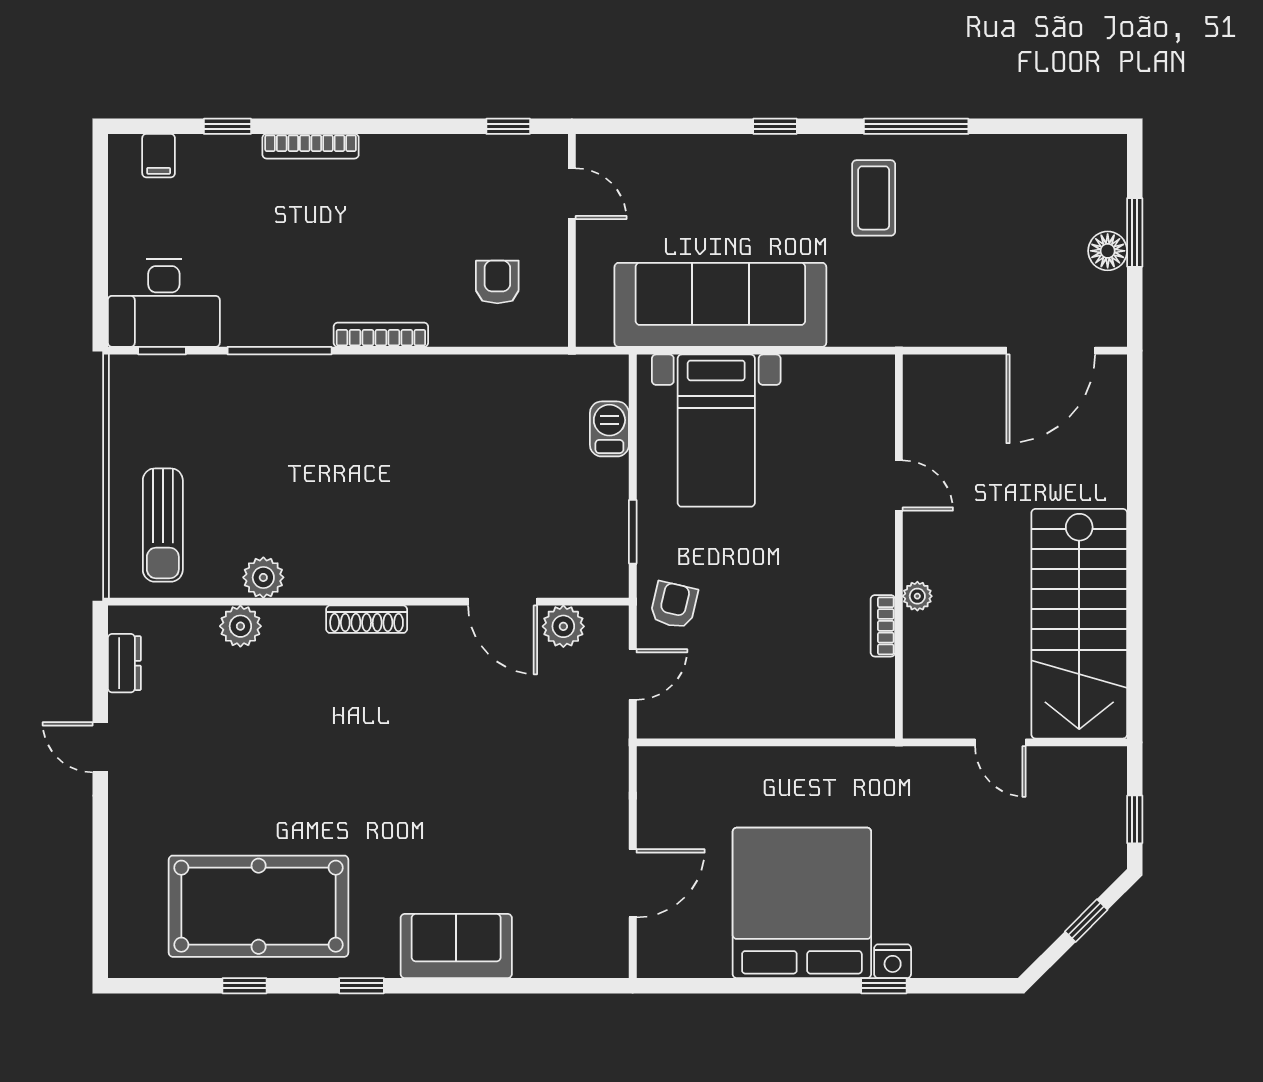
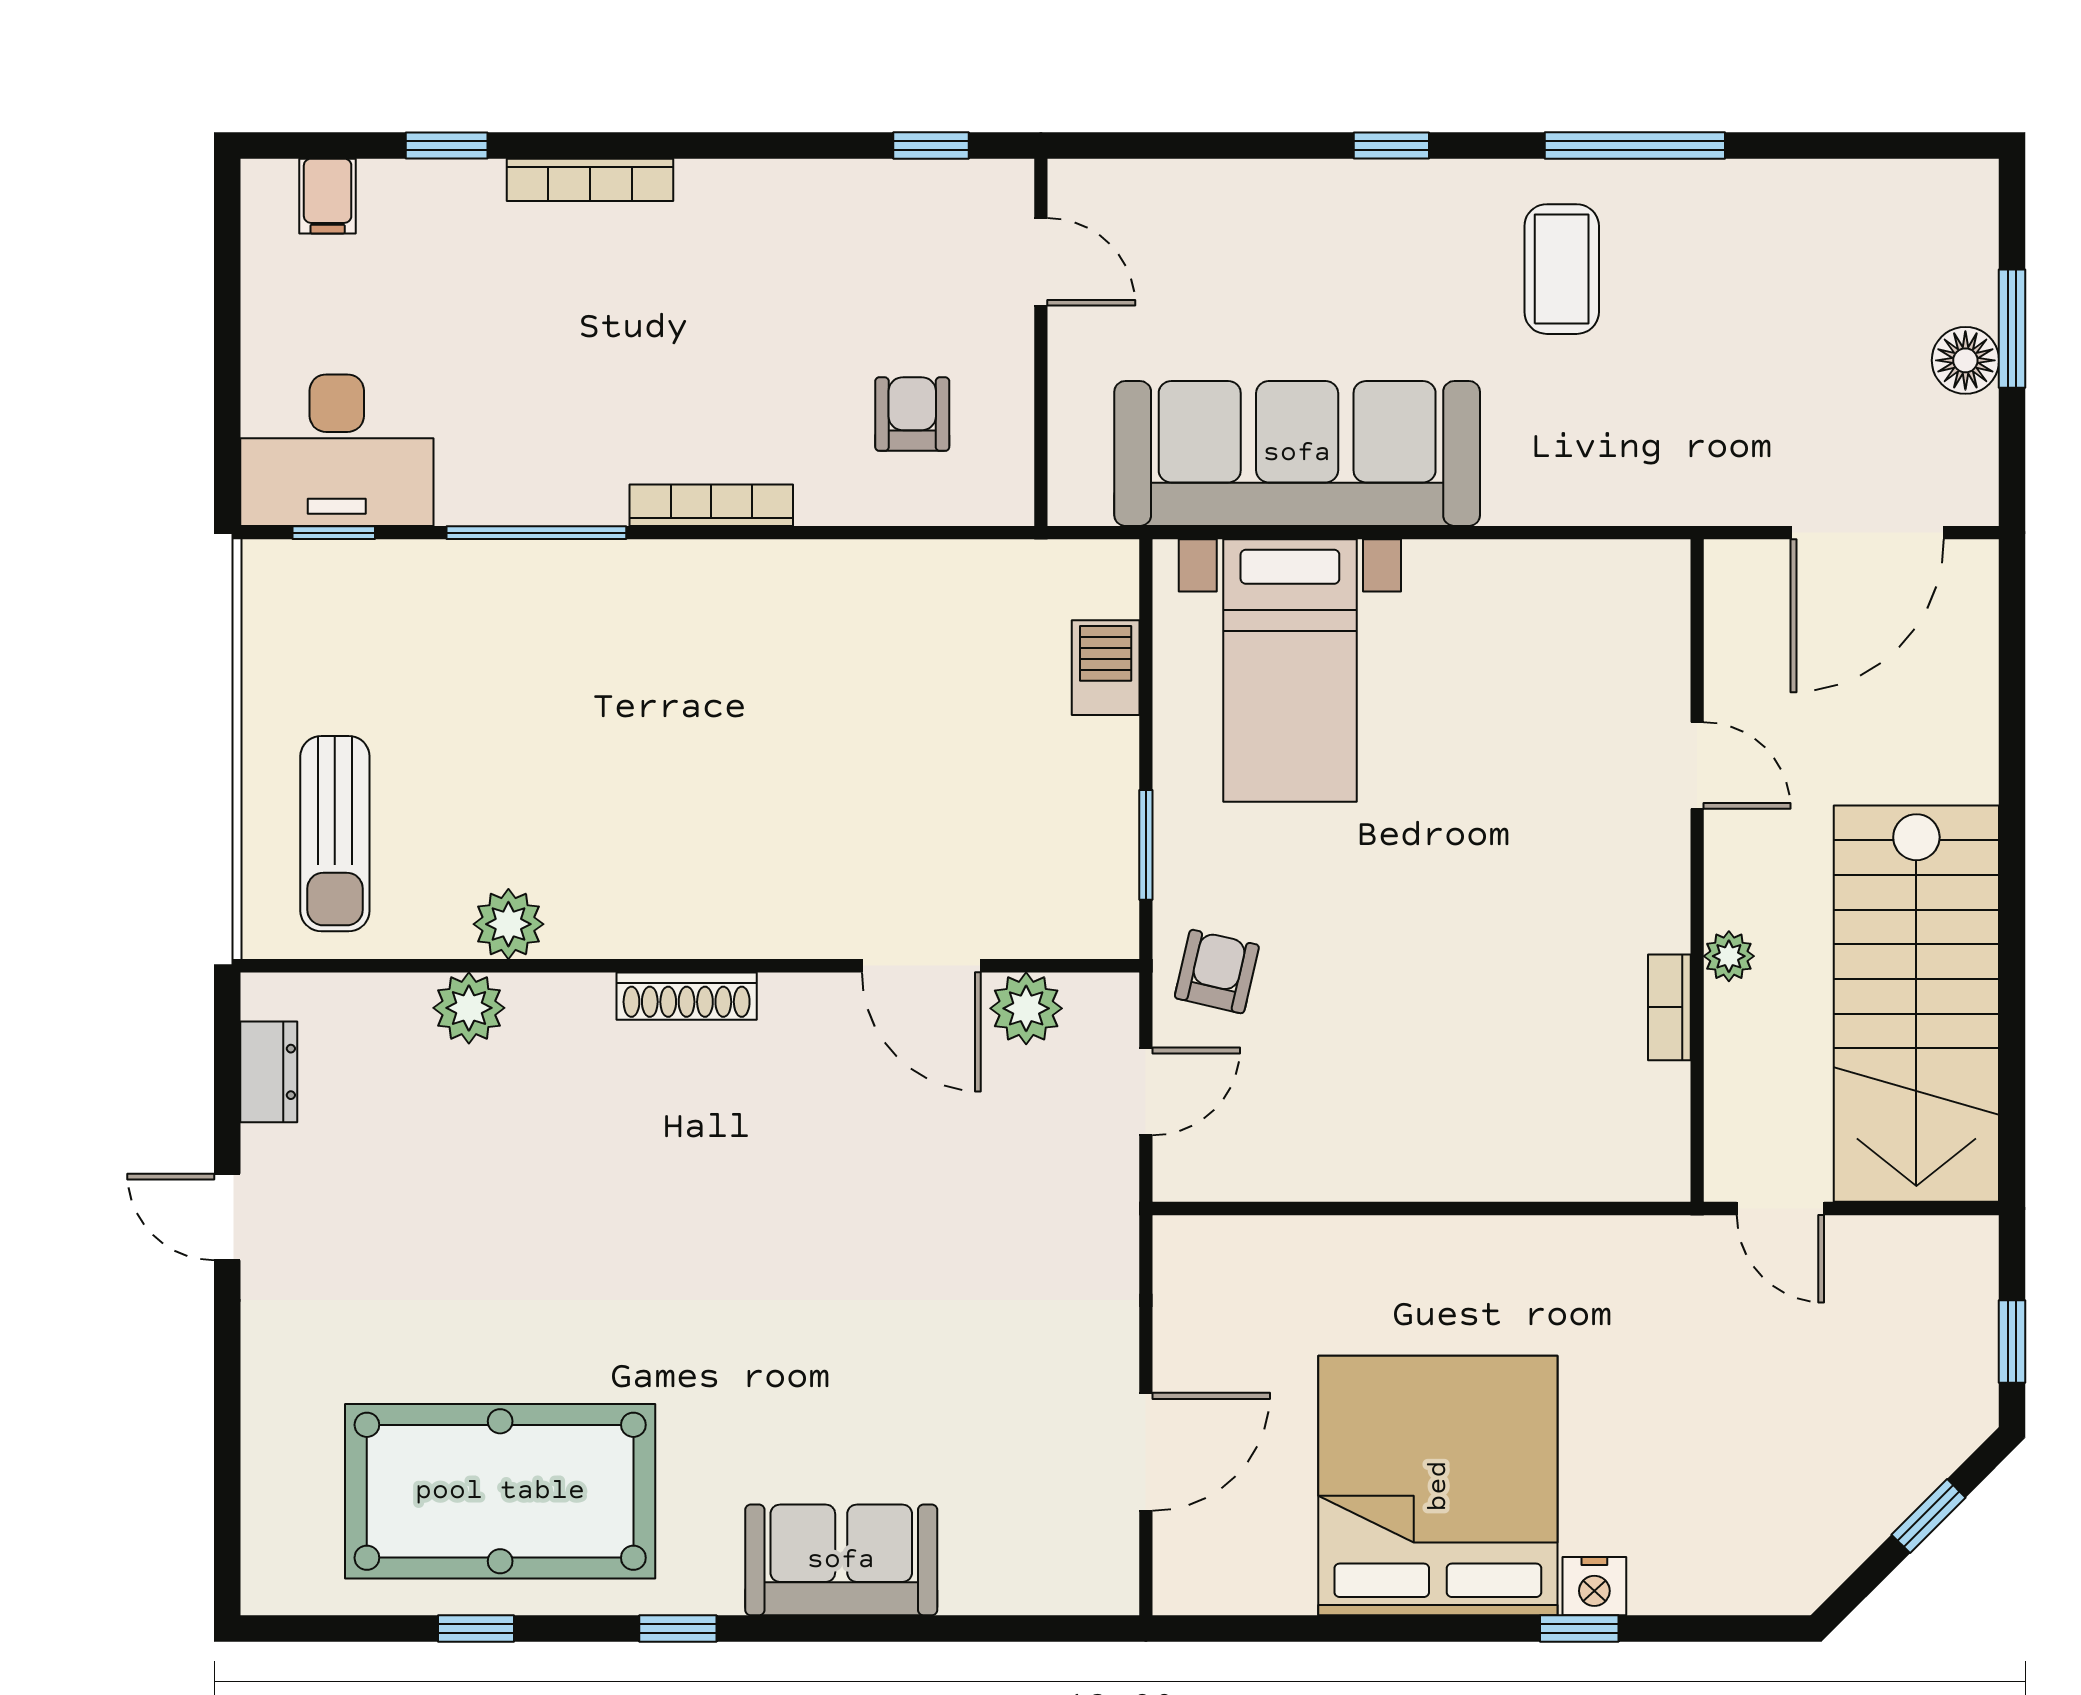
door: (899, 486) -> (1697, 765), moved
wall: (899, 546) -> (1697, 871), moved
plant: (917, 596) -> (1729, 956), moved
bookcase: (883, 626) -> (1669, 1007), moved

